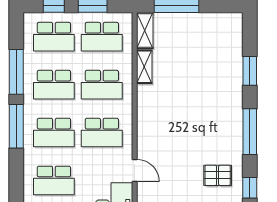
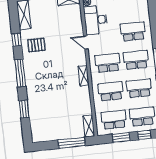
shelving: (144, 67) -> (84, 76), moved

